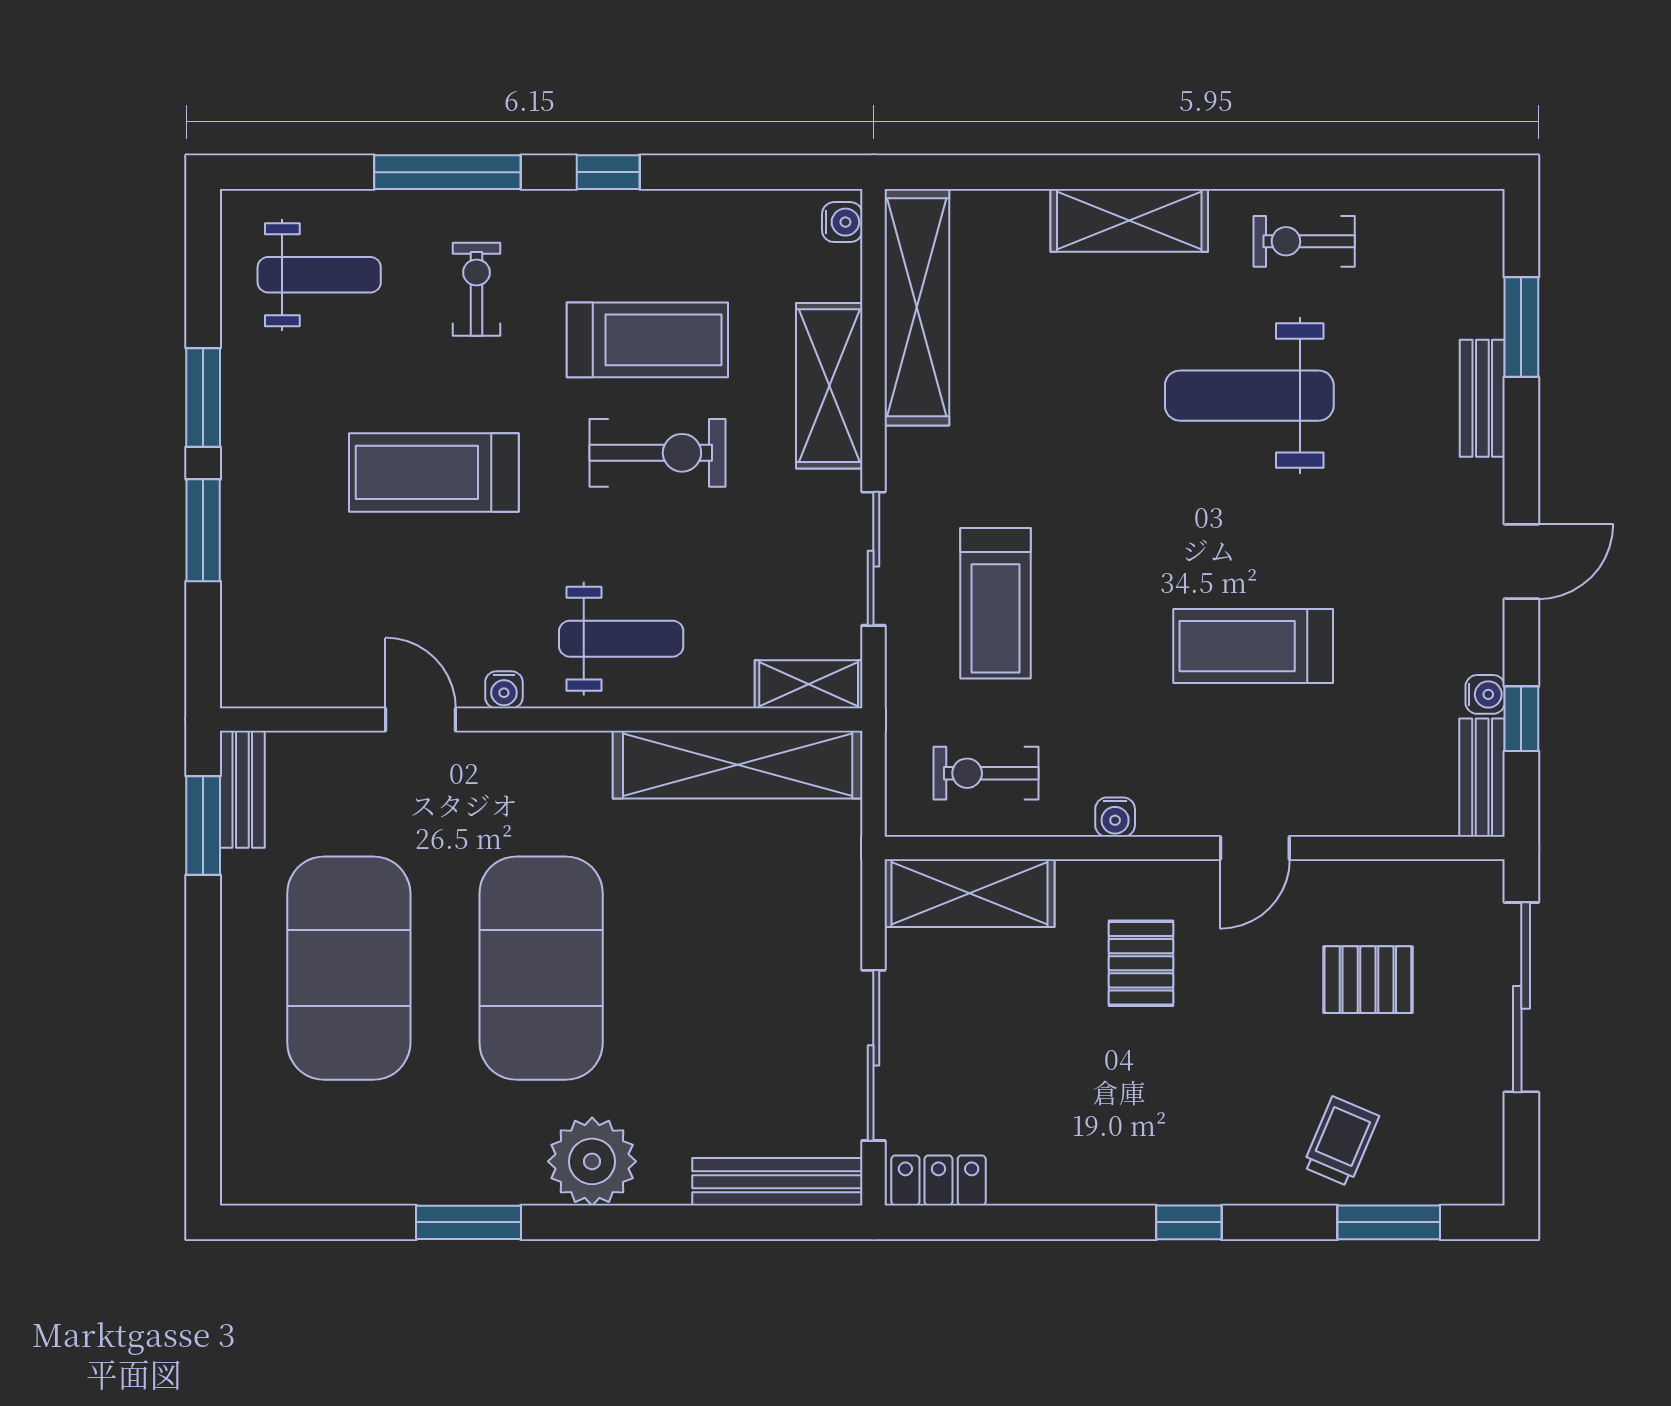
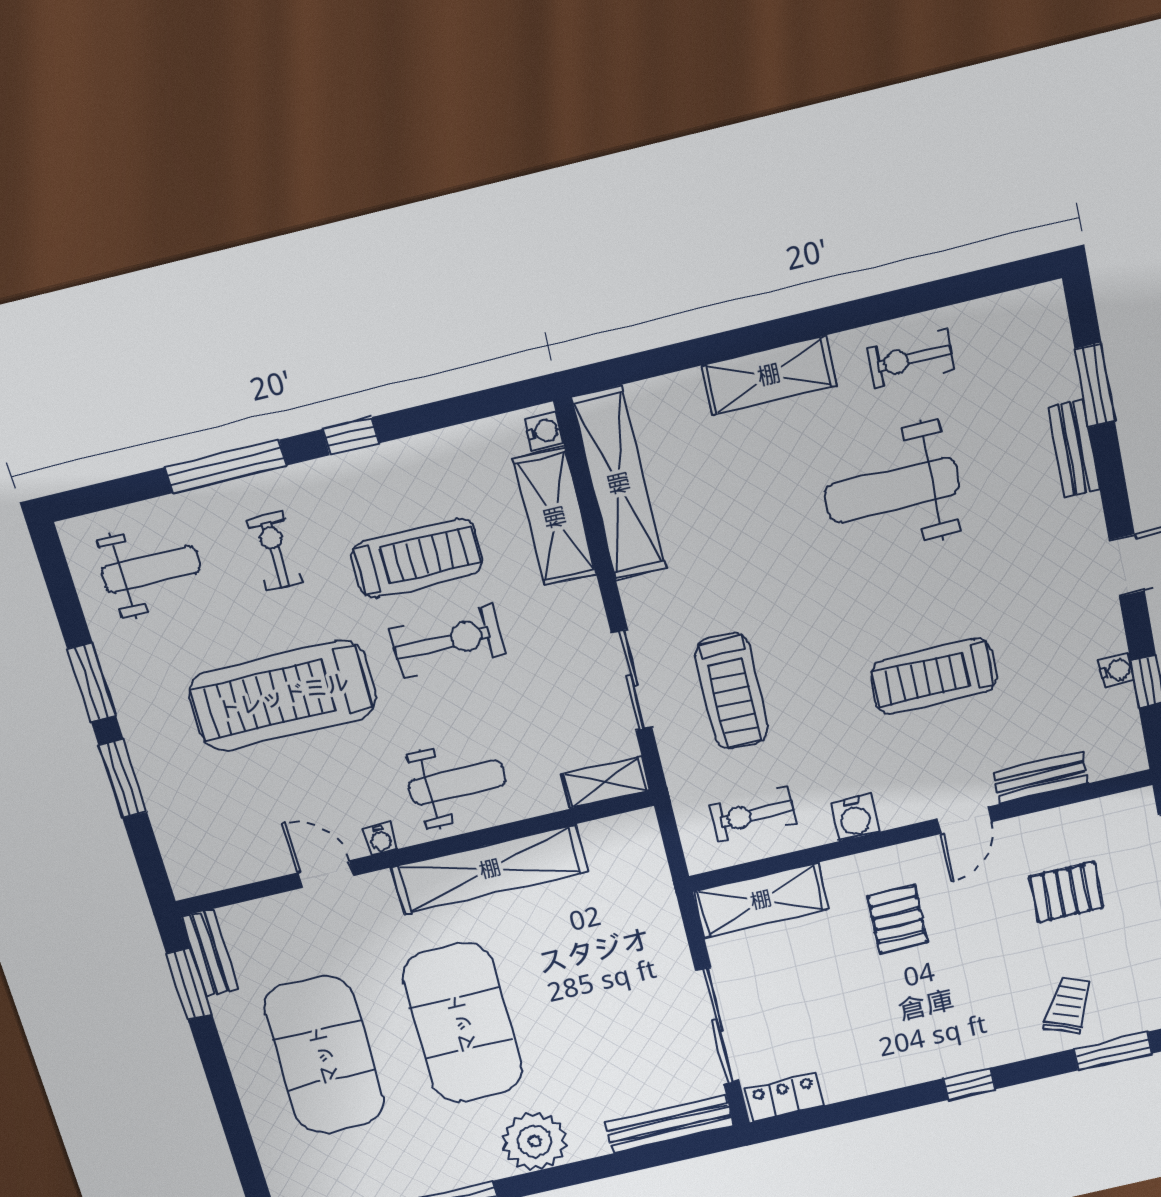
shelving: (829, 386) -> (555, 517), moved
treadmill: (434, 472) -> (283, 696), width x1.37, depth x1.38
shelving: (738, 765) -> (490, 869), moved
bench: (1482, 778) -> (1041, 778), moved, turned 90
water cooler: (1115, 817) -> (855, 817), width x1.38, depth x1.38

